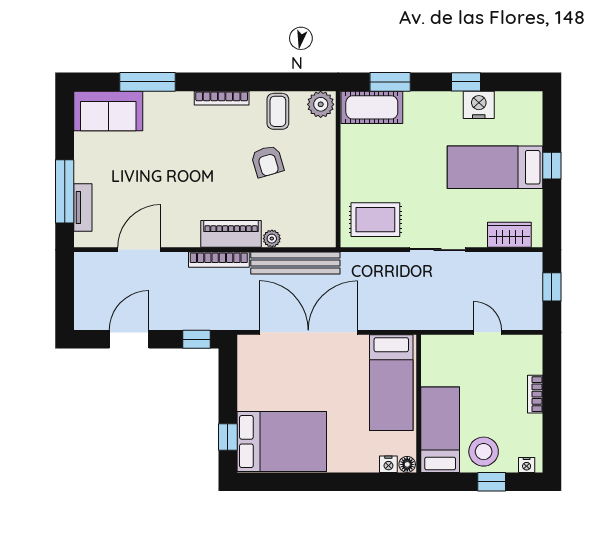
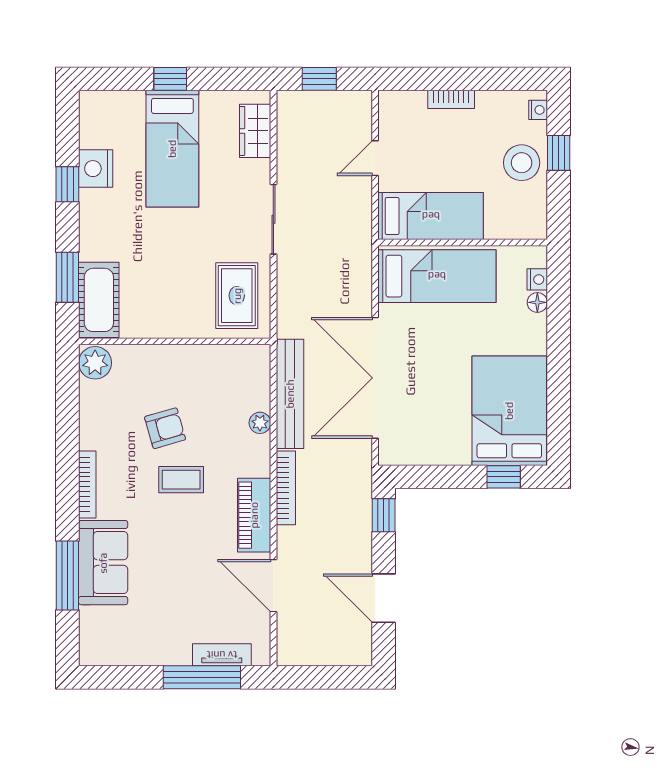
sofa: (108, 111) -> (103, 563), moved
coffee table: (278, 111) -> (181, 480), moved
piano: (231, 234) -> (254, 515), moved
bed: (440, 430) -> (431, 216), moved, turned 180
floor lamp: (407, 464) -> (537, 302), moved

